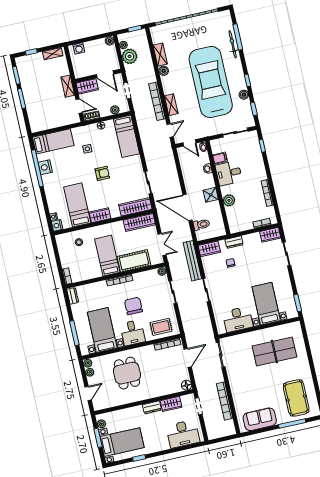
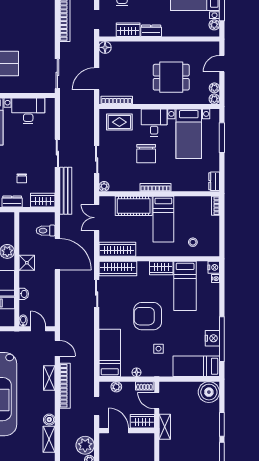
boiler: (38, 123) -> (209, 392), added
door: (170, 130) -> (57, 348), swing flipped
armchair: (102, 173) -> (148, 316), width x1.88, depth x1.88
dining table: (127, 373) -> (171, 77), turned 90

